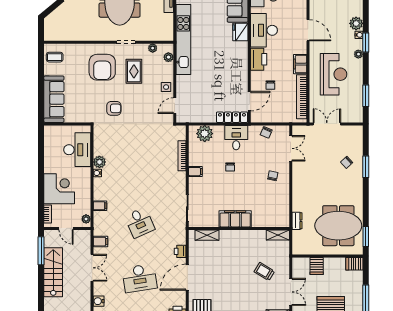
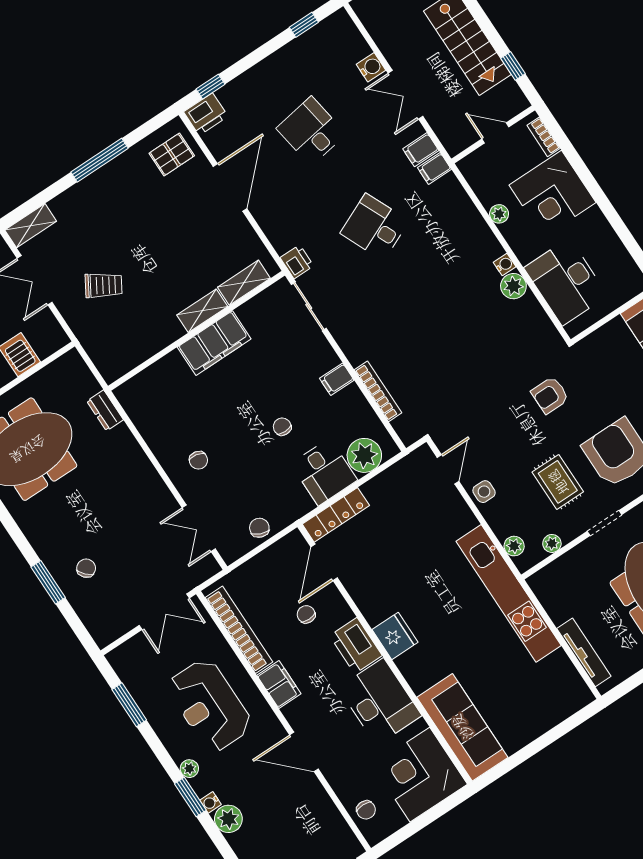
fridge: (240, 32) -> (395, 636), moved
desk: (236, 138) -> (324, 472), moved
filing cabinet: (100, 206) -> (434, 168), moved
plant: (86, 219) -> (499, 214), moved
shelving: (278, 235) -> (202, 311), moved
window: (41, 251) -> (513, 66), width x0.46
printer: (180, 251) -> (297, 262), moved
desk: (140, 278) -> (311, 131), width x0.73
water cooler: (99, 301) -> (371, 67), moved

